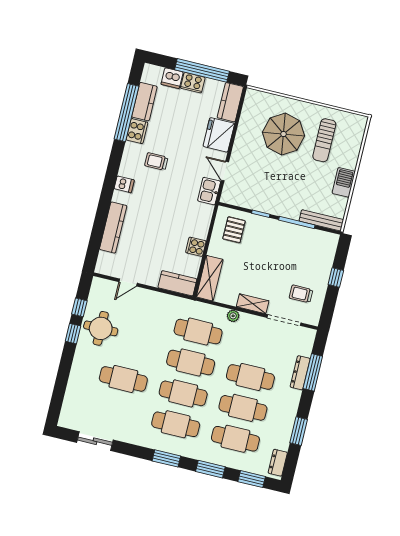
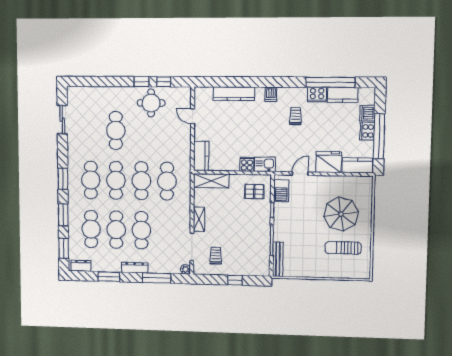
barbecue: (344, 182) -> (281, 191), moved, turned 90
kitchen sink: (209, 191) -> (265, 164), moved
cooker: (196, 247) -> (247, 164), moved
plant: (233, 316) -> (185, 269), moved
dresser: (300, 373) -> (135, 268), moved

